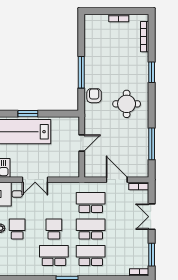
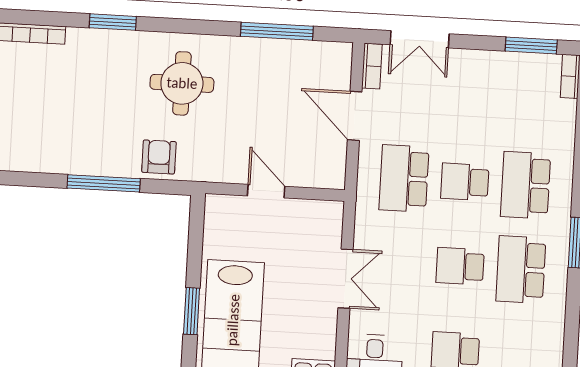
armchair: (94, 96) -> (159, 157), turned 90
double door: (35, 180) -> (346, 279), moved
door: (117, 180) -> (355, 116), hinge flipped
double door: (152, 217) -> (420, 39), moved
school desk: (91, 229) -> (465, 182), width x0.54

